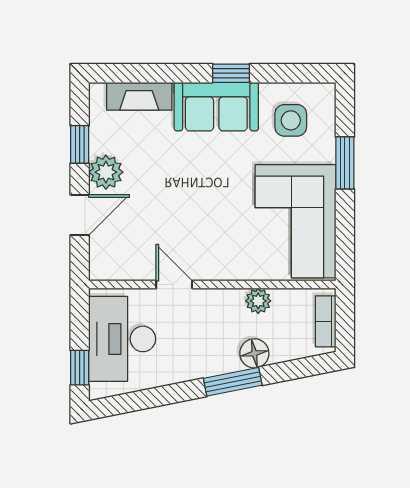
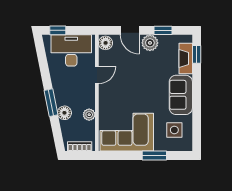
window: (231, 73) -> (197, 54), moved
floor lamp: (106, 266) -> (106, 43), added

